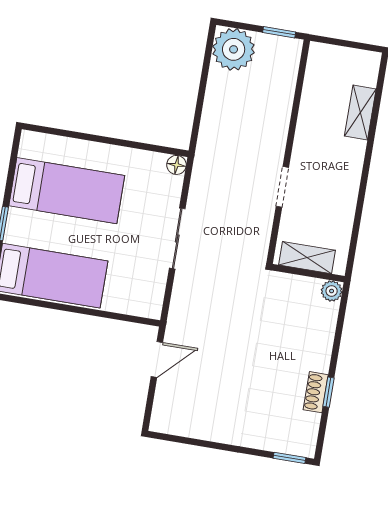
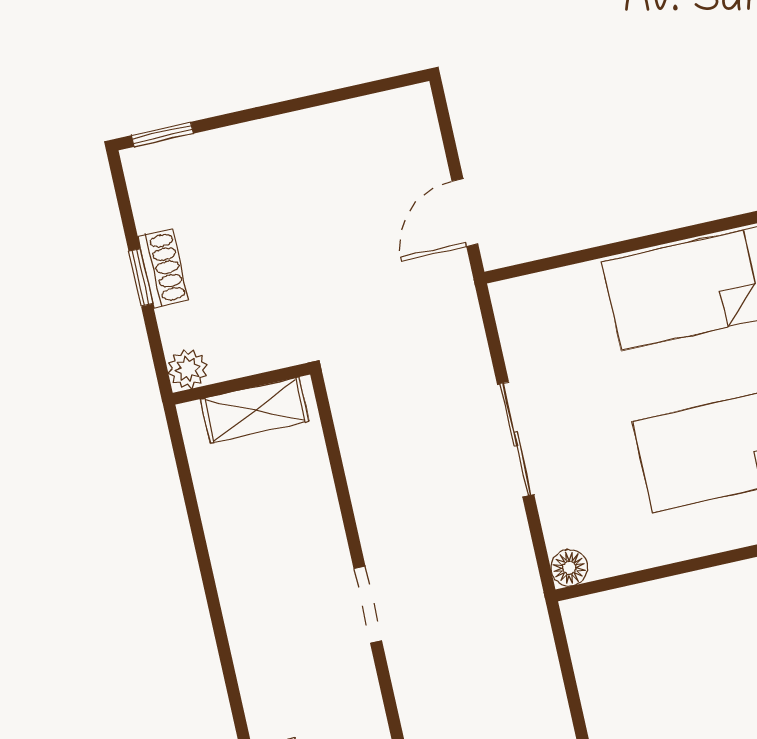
shelving: (307, 258) -> (255, 410), moved
wall: (308, 273) -> (241, 384), moved
plant: (332, 291) -> (188, 369), moved

